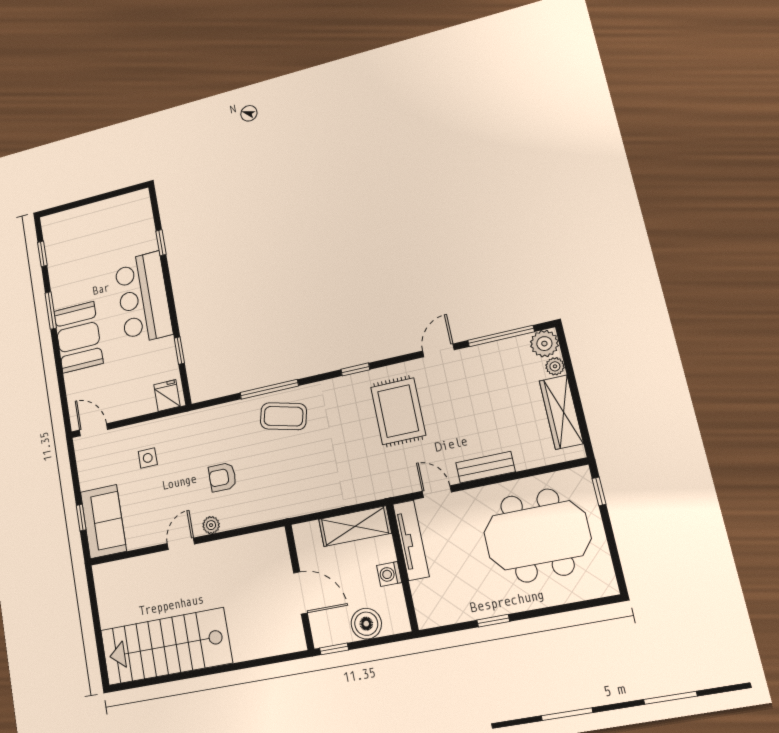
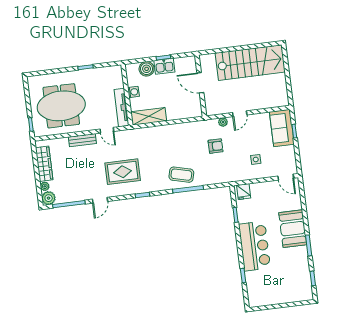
rug: (398, 411) -> (123, 172), turned 90
wall: (299, 587) -> (201, 86), moved
door: (301, 593) -> (200, 83), moved
kitchen sink: (331, 631) -> (164, 66), added

